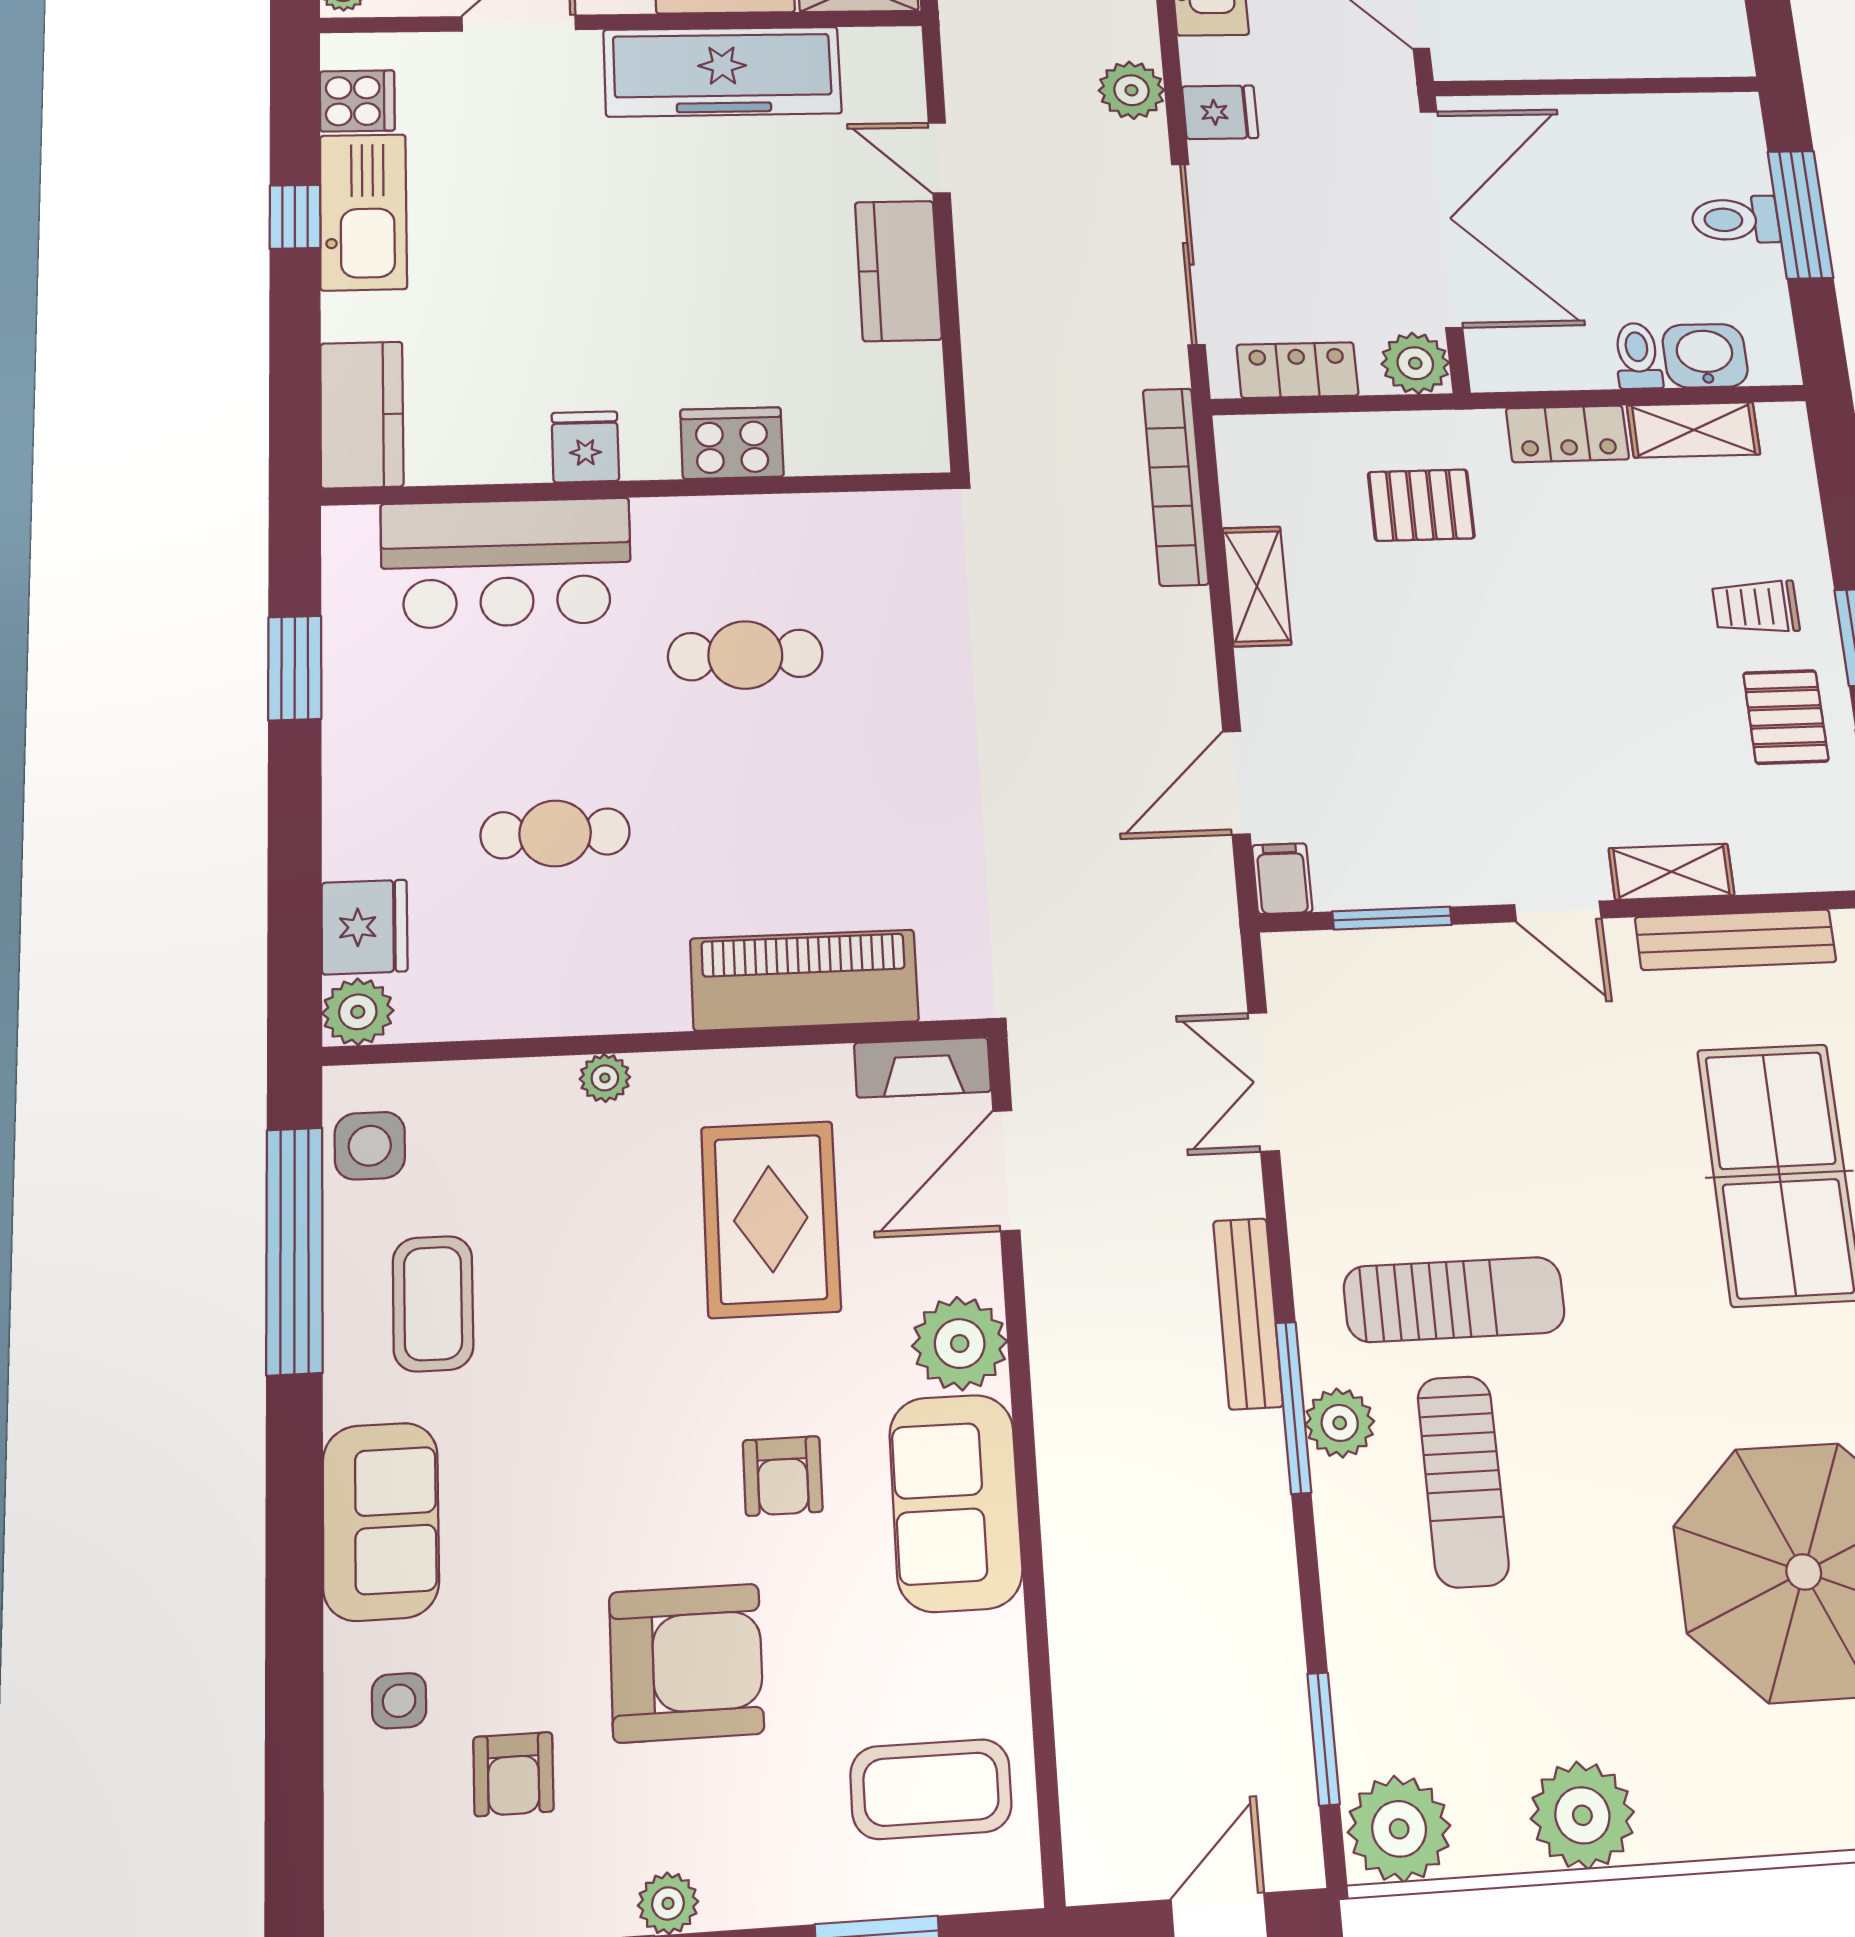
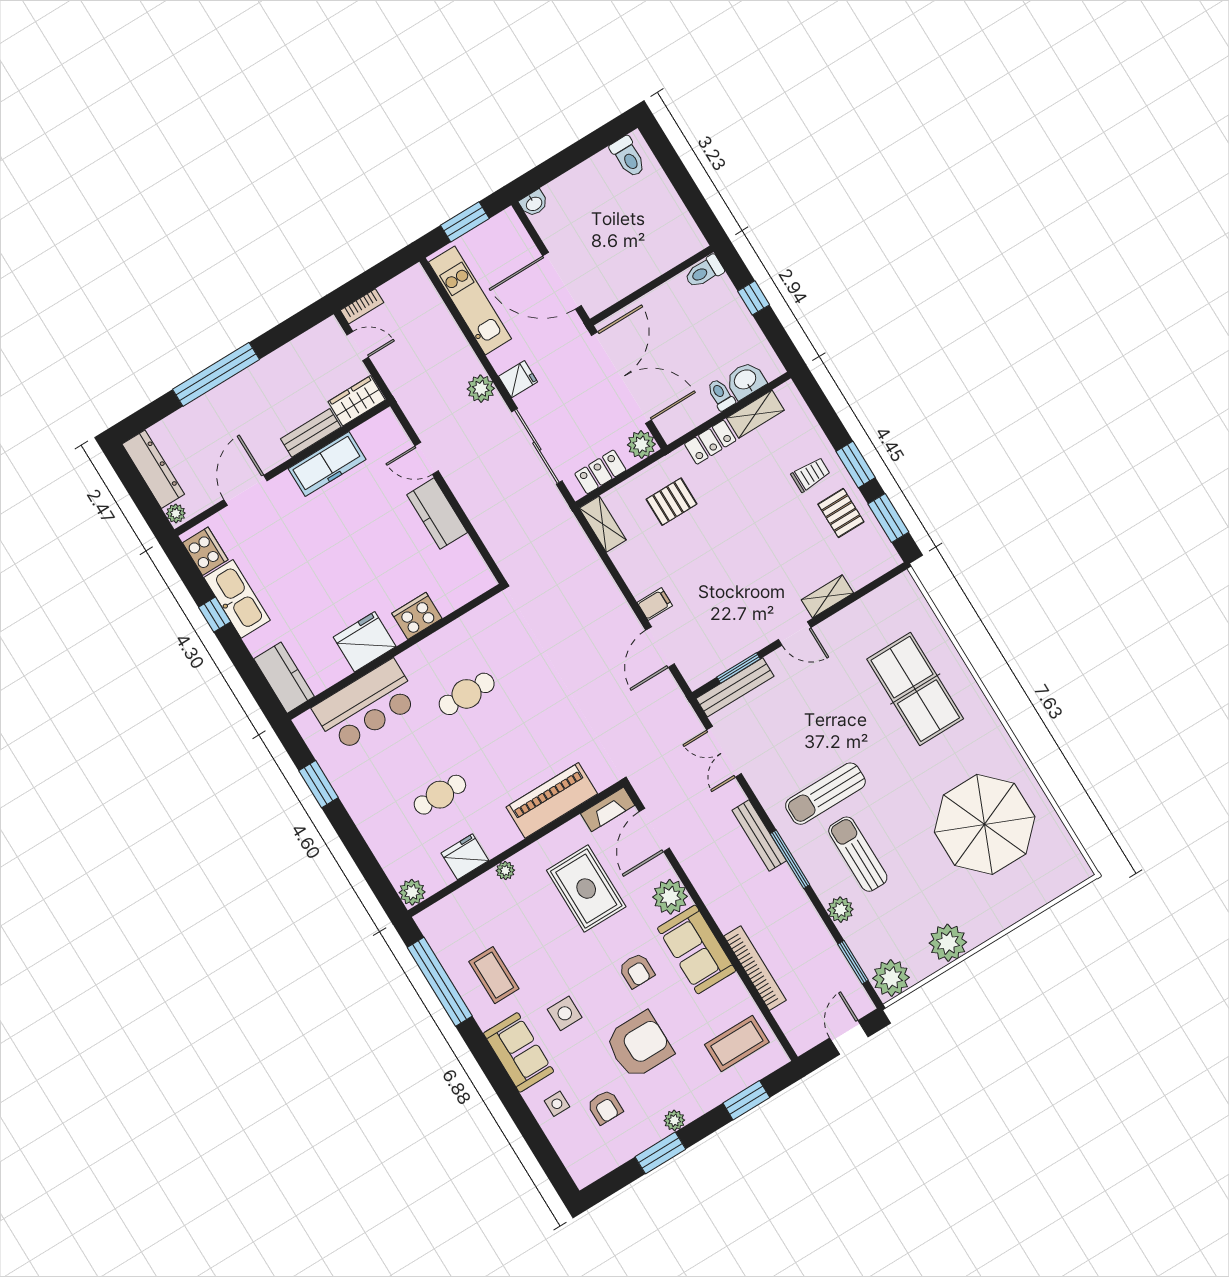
freezer: (722, 72) -> (327, 464), width x0.73, depth x0.79
cooker: (357, 101) -> (205, 551), width x1.36
window: (1800, 214) -> (754, 298), width x0.46
toilet: (1735, 220) -> (704, 272), moved
fridge: (585, 447) -> (365, 642), width x1.88, depth x1.34
bookcase: (1176, 486) -> (755, 968), moved, turned 180
shelving: (1257, 586) -> (603, 524), moved
trolley: (1756, 607) -> (811, 475), turned 180
filing cabinet: (1282, 879) -> (655, 604), moved, turned 90
fridge: (364, 927) -> (465, 857), moved, turned -90
bench: (1736, 940) -> (735, 687), moved
side table: (370, 1146) -> (565, 1013), moved
sun lounger: (1454, 1300) -> (825, 794), turned 180
plant: (1340, 1423) -> (840, 910), moved
sun lounger: (1463, 1481) -> (858, 854), turned 180

